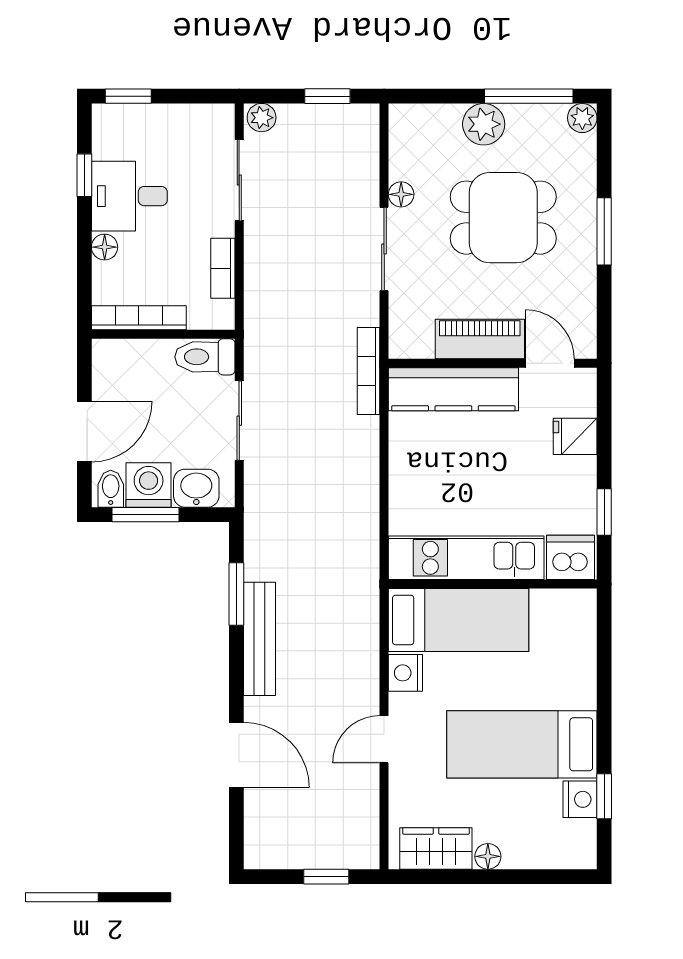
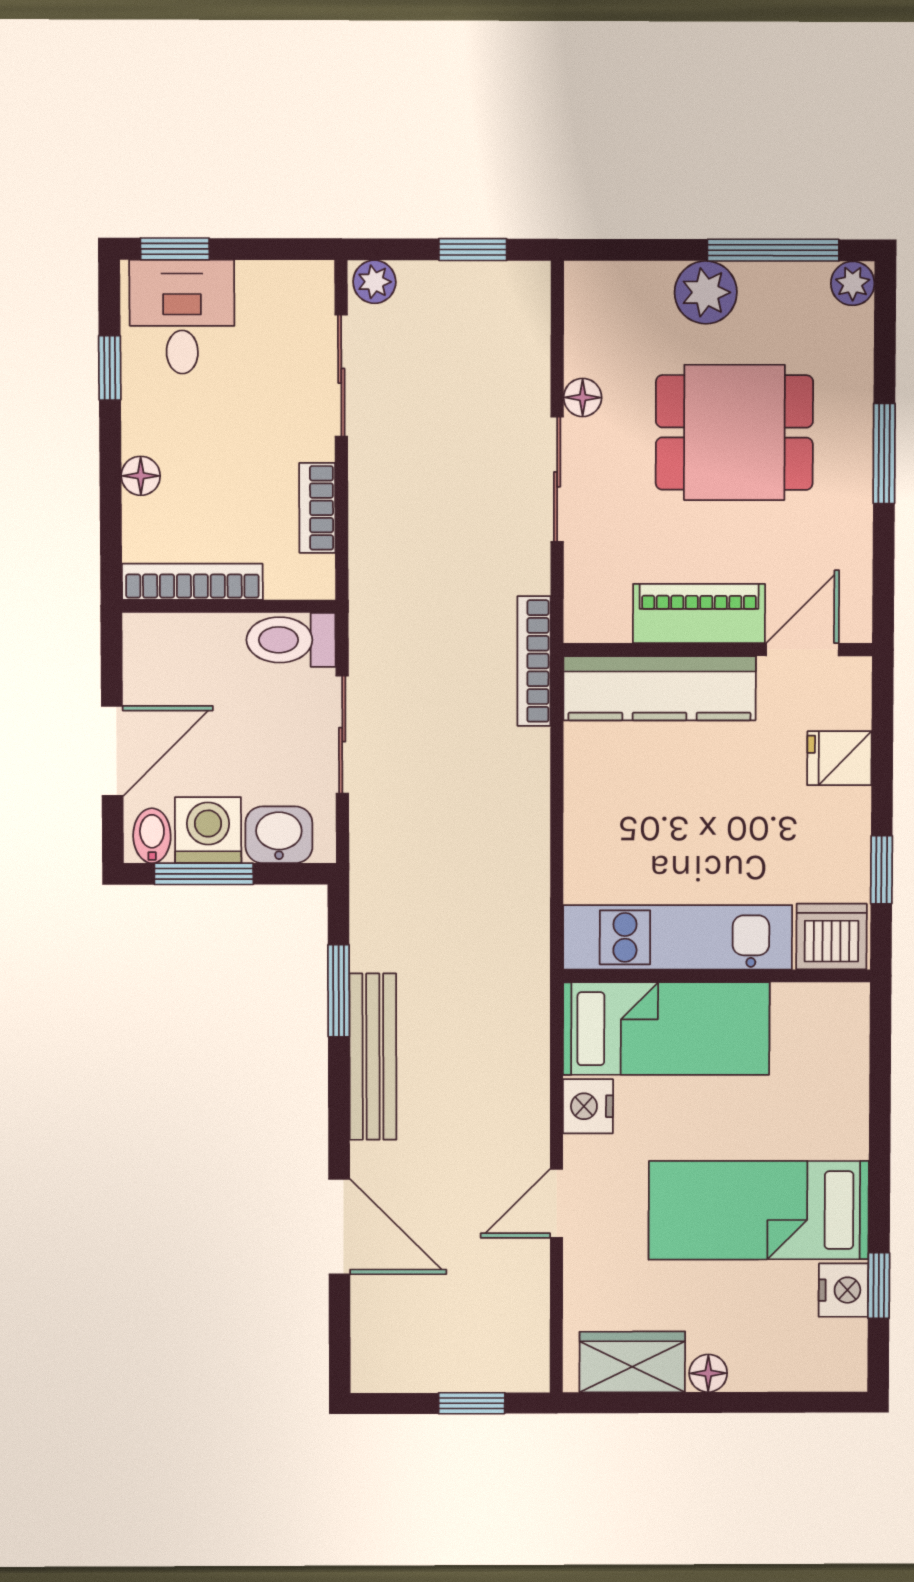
desk: (129, 196) -> (182, 317), moved, turned 90
door: (550, 363) -> (802, 650), hinge flipped

